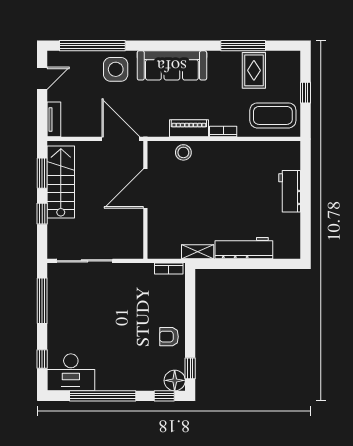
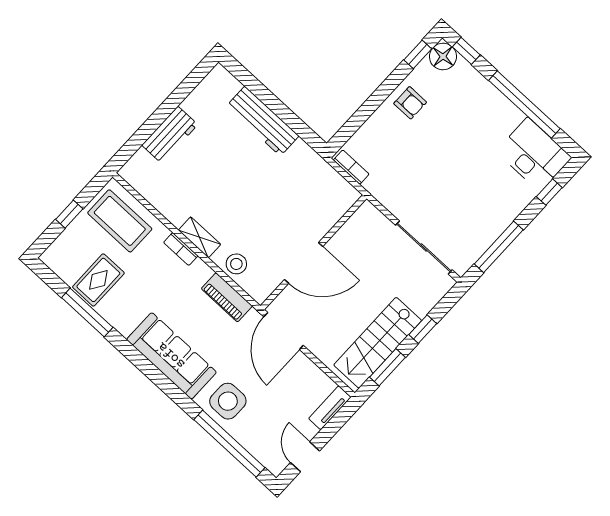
door: (42, 78) -> (305, 457), hinge flipped
piano: (189, 128) -> (227, 297), moved
shelving: (198, 252) -> (199, 237), moved

